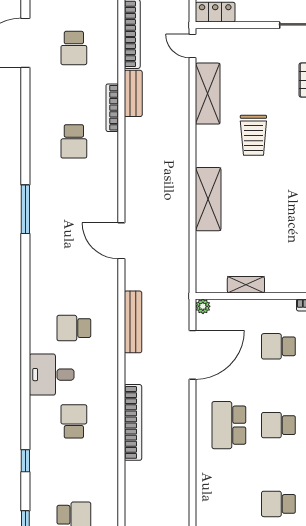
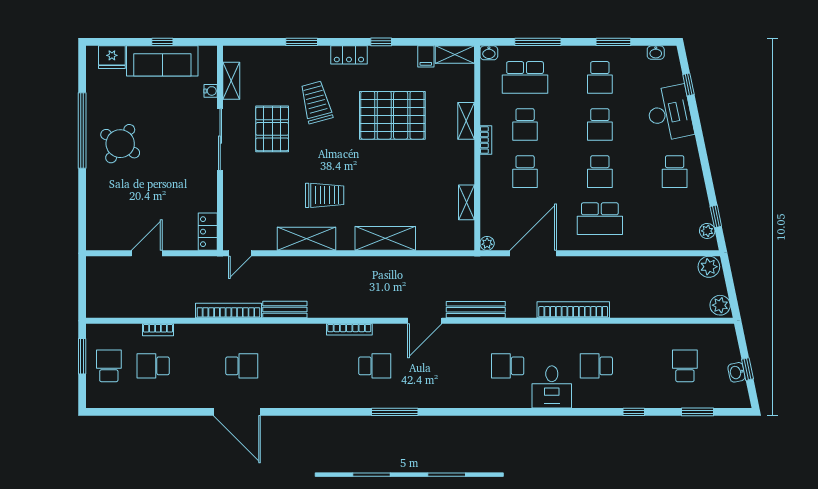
shelving: (208, 94) -> (306, 239), moved
bookcase: (112, 108) -> (349, 329), moved
school desk: (74, 141) -> (375, 366), moved
bench: (133, 322) -> (476, 310), moved
school desk: (74, 328) -> (508, 366), turned 90
door: (192, 355) -> (533, 253), hinge flipped
bookcase: (133, 422) -> (573, 310), moved

